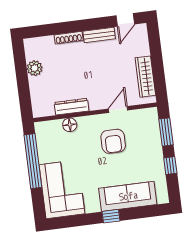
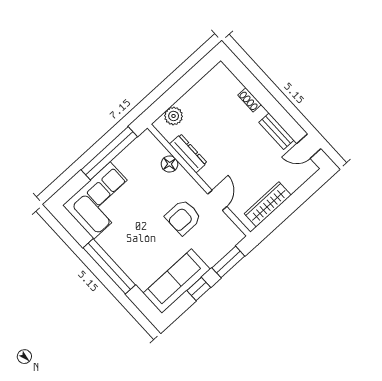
shoe rack: (69, 38) -> (250, 100), width x0.70
plant: (35, 68) -> (174, 116), moved
door: (118, 109) -> (217, 200), hinge flipped
sofa: (128, 196) -> (177, 281), moved, turned -90
window: (111, 216) -> (109, 266), width x3.17

